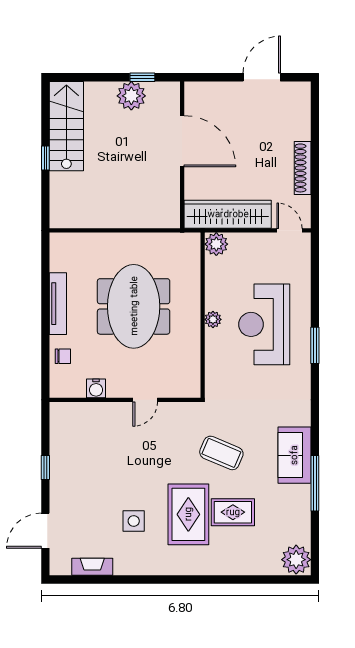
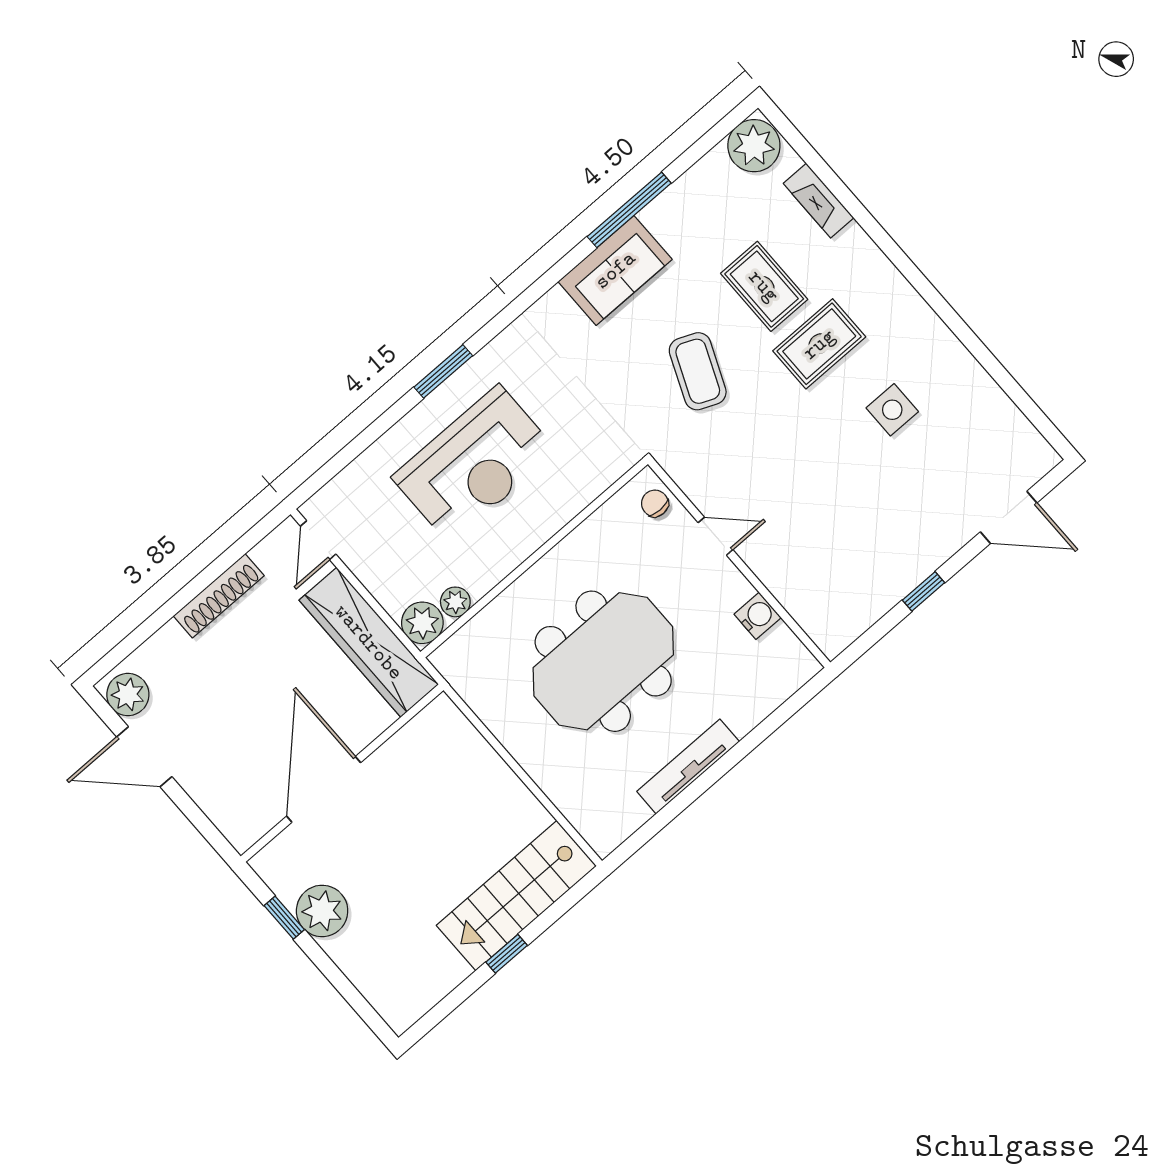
plant: (294, 93) -> (128, 695), added
stairs: (66, 126) -> (516, 896), moved
plant: (213, 319) -> (455, 602), moved
chair: (63, 356) -> (655, 503), moved
rug: (188, 514) -> (819, 344), width x0.73, depth x0.70
fireplace: (92, 567) -> (819, 201), moved

